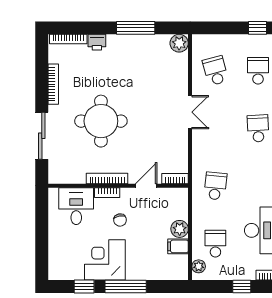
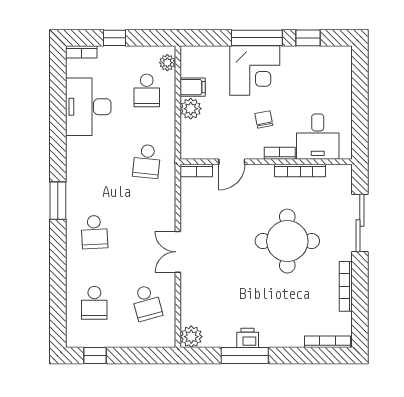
printer: (97, 42) -> (248, 338), moved
bookcase: (107, 178) -> (300, 171), moved
corner desk: (105, 260) -> (255, 70), moved

